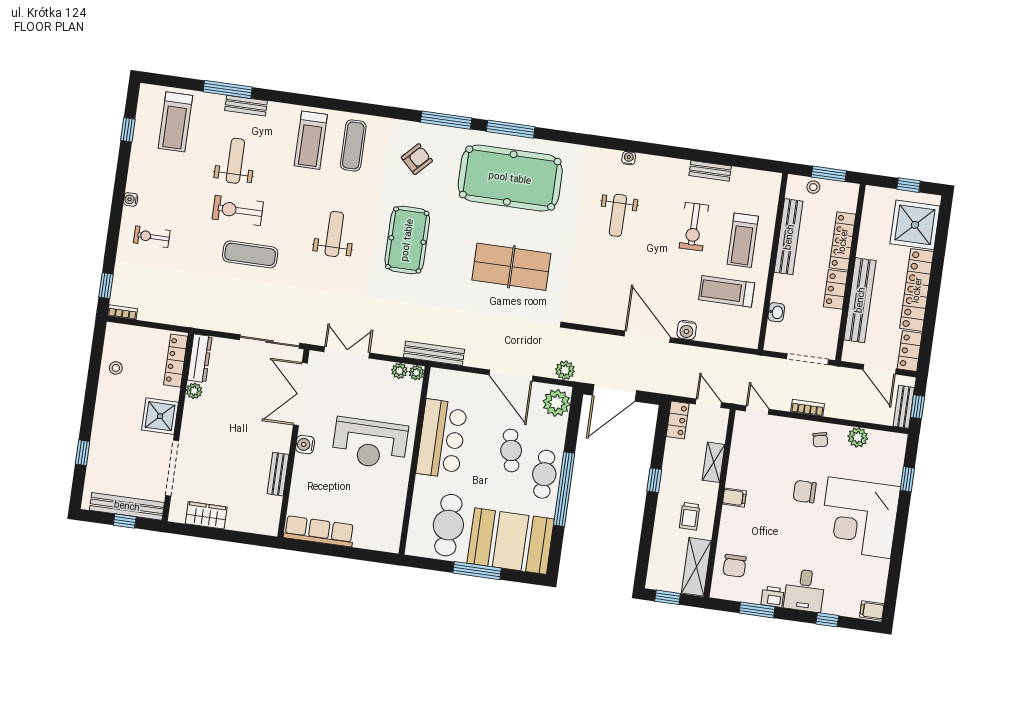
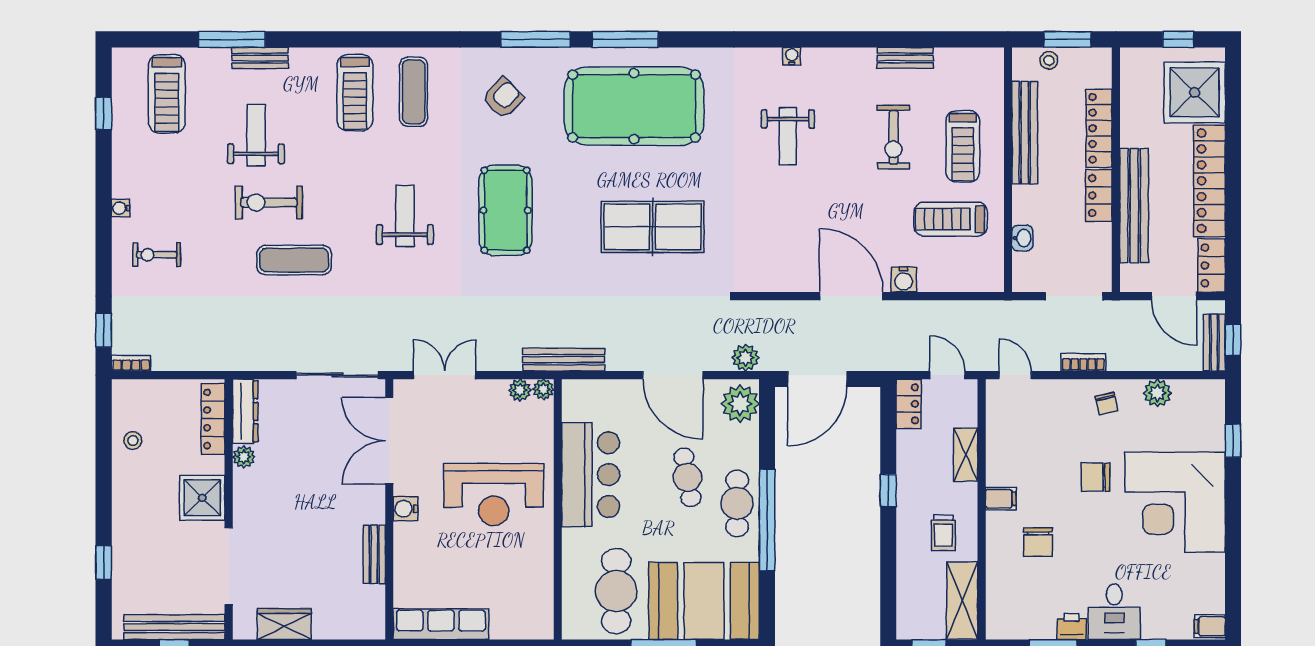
chair: (735, 566) -> (1038, 542), moved

